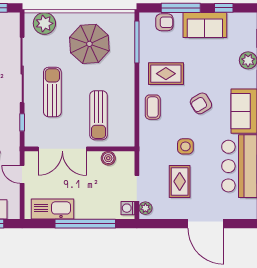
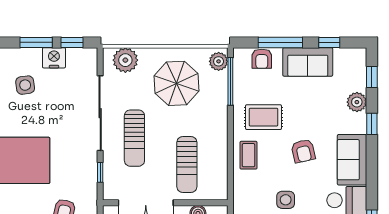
armchair: (164, 22) -> (262, 59), turned 90
plant: (126, 25) -> (219, 61), added
sun lounger: (52, 92) -> (134, 138), turned 180
armchair: (201, 103) -> (303, 151), turned -72

